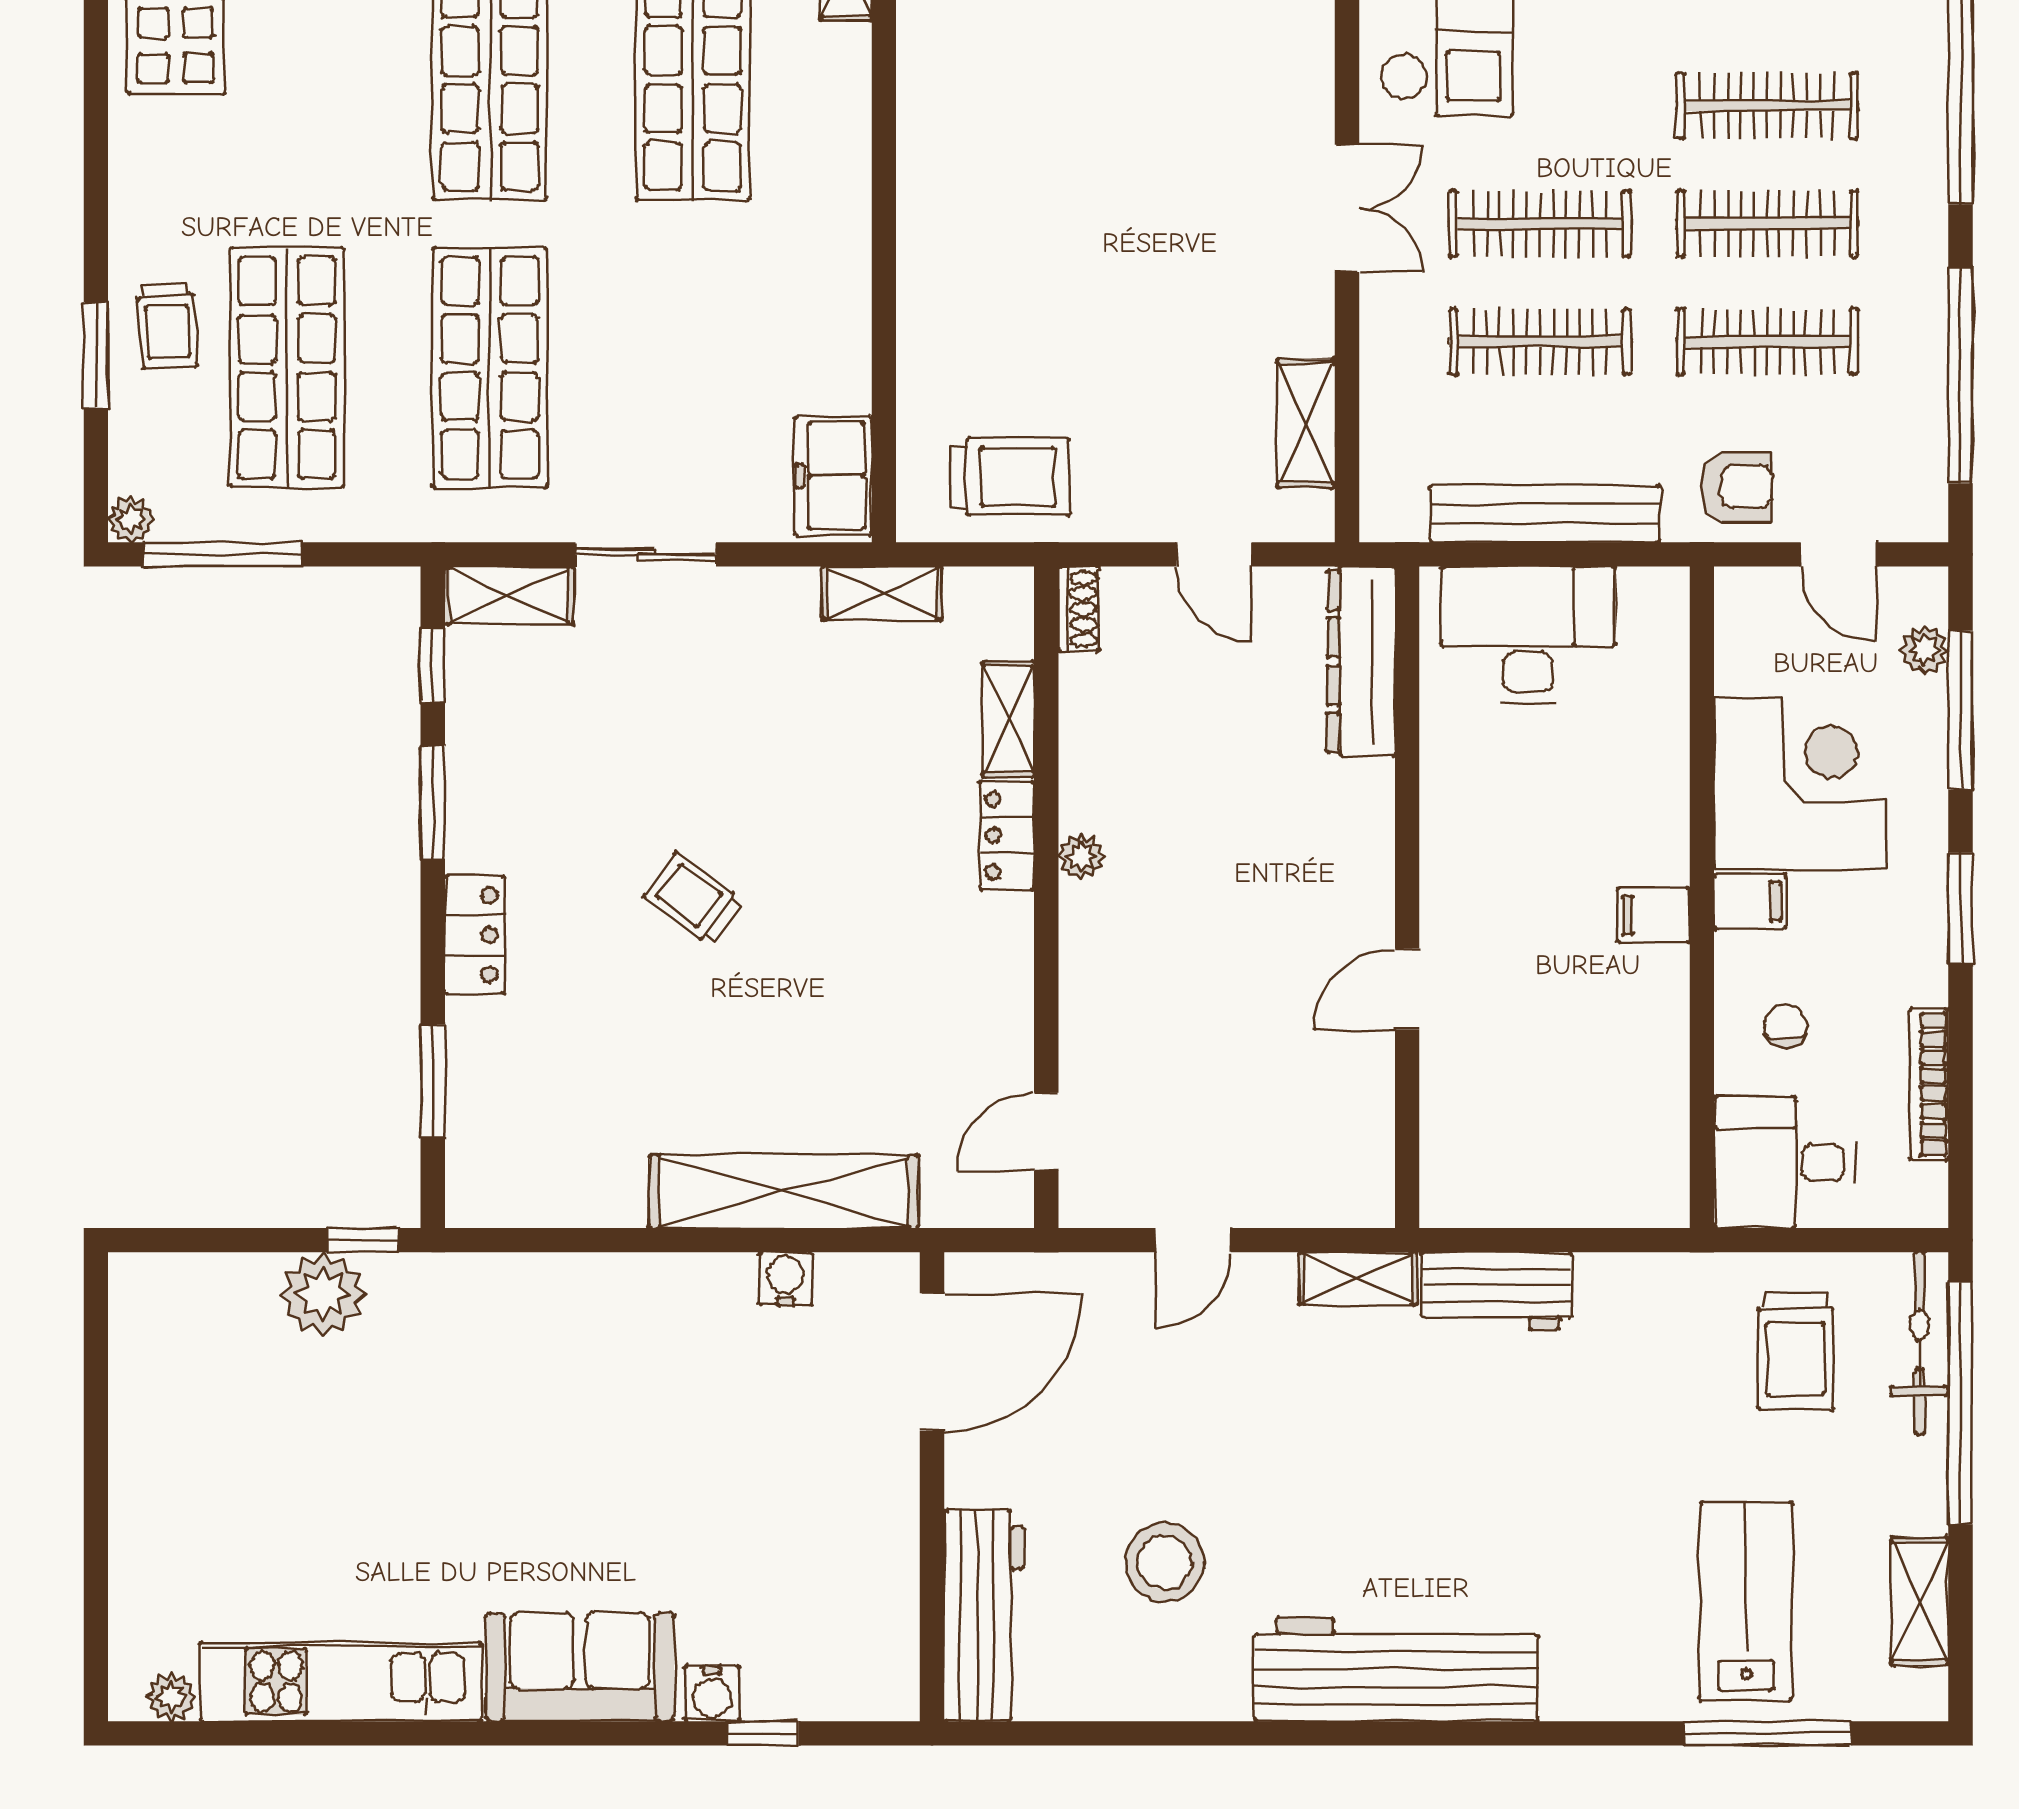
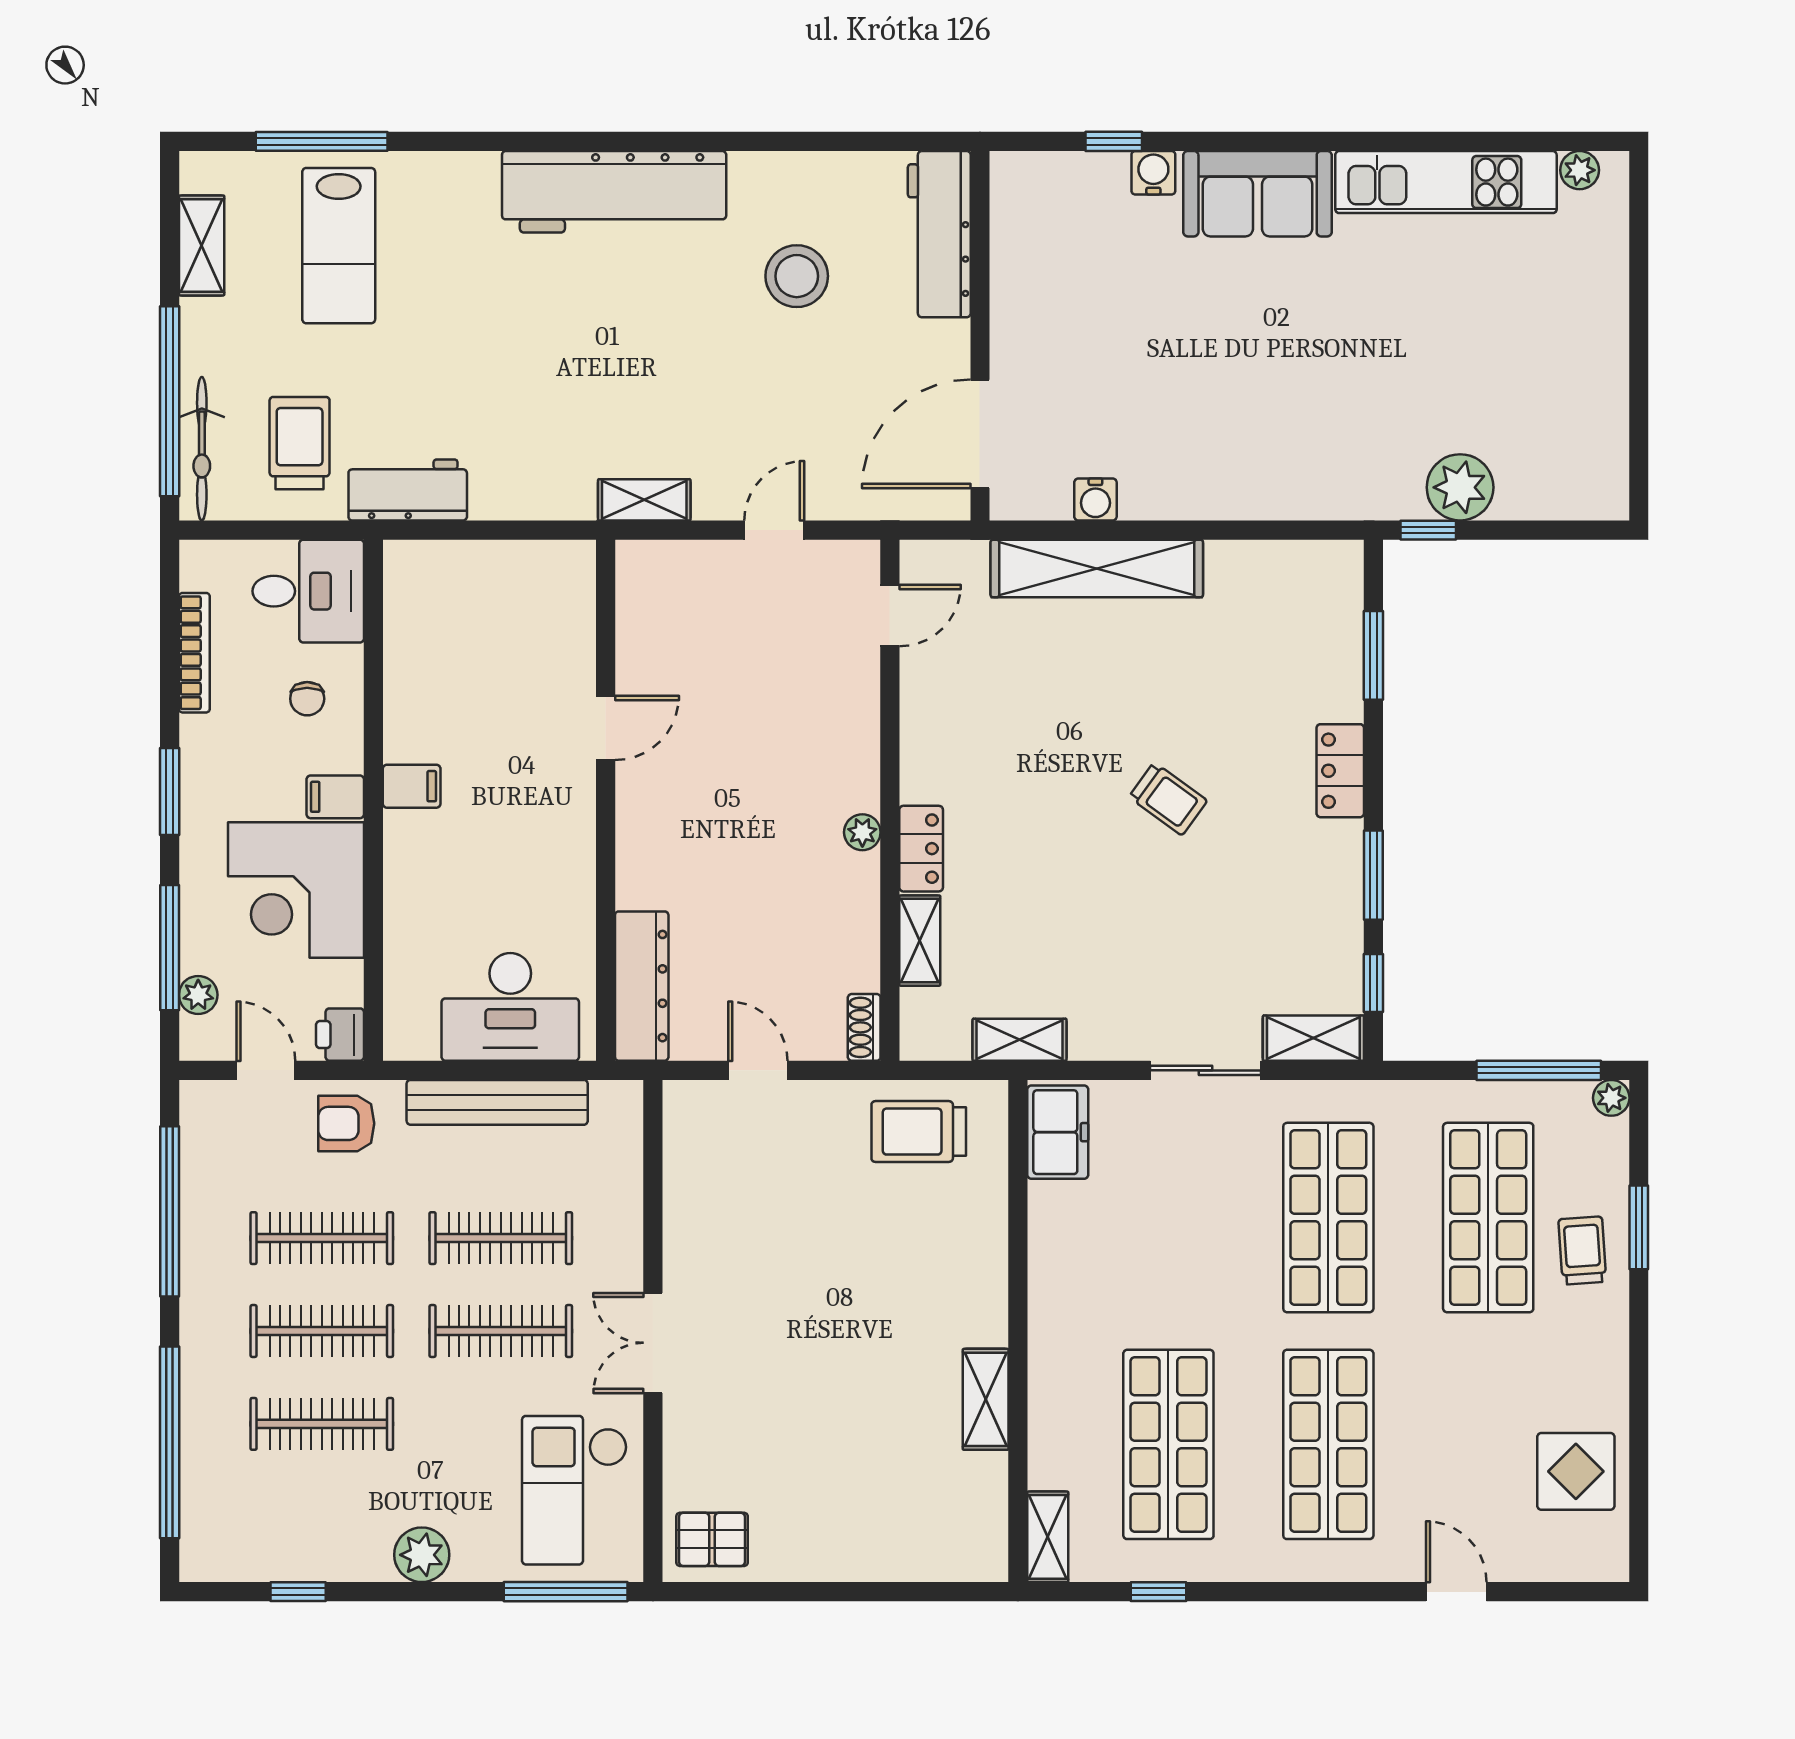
shelving: (1306, 423) -> (986, 1399), moved
printer: (1744, 600) -> (340, 1035), added
workbench: (1496, 1291) -> (408, 490), moved

